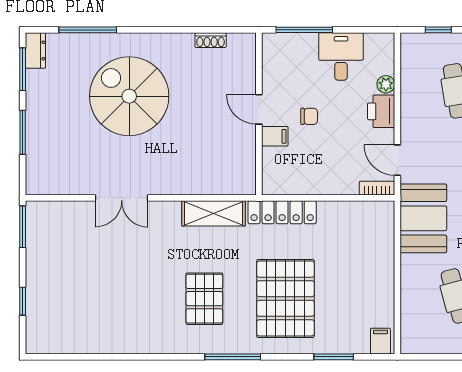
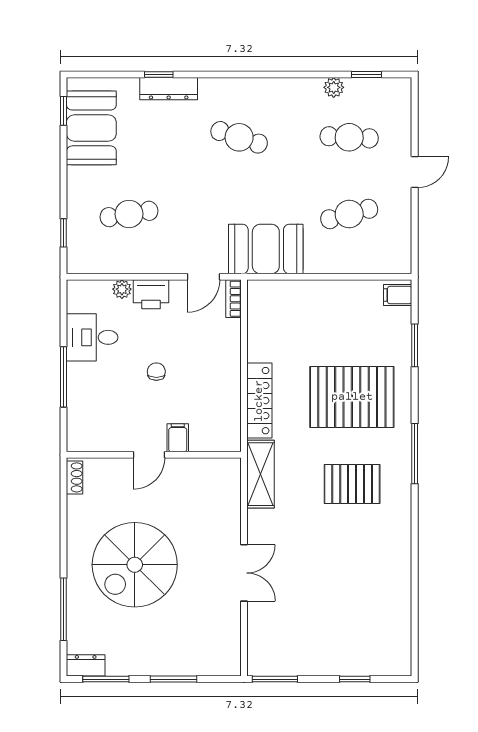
door: (259, 109) -> (149, 455), moved
wall: (259, 114) -> (154, 455), moved
filing cabinet: (275, 136) -> (178, 438), moved

